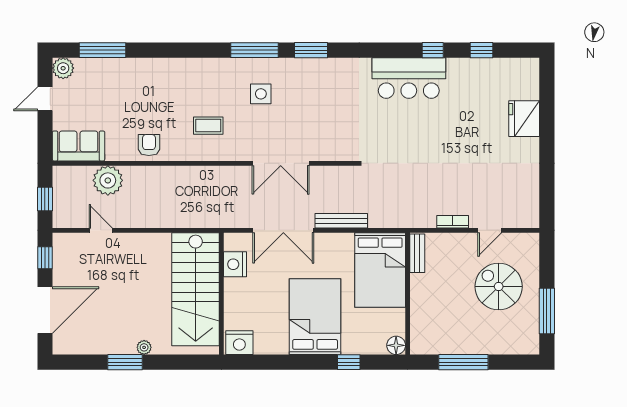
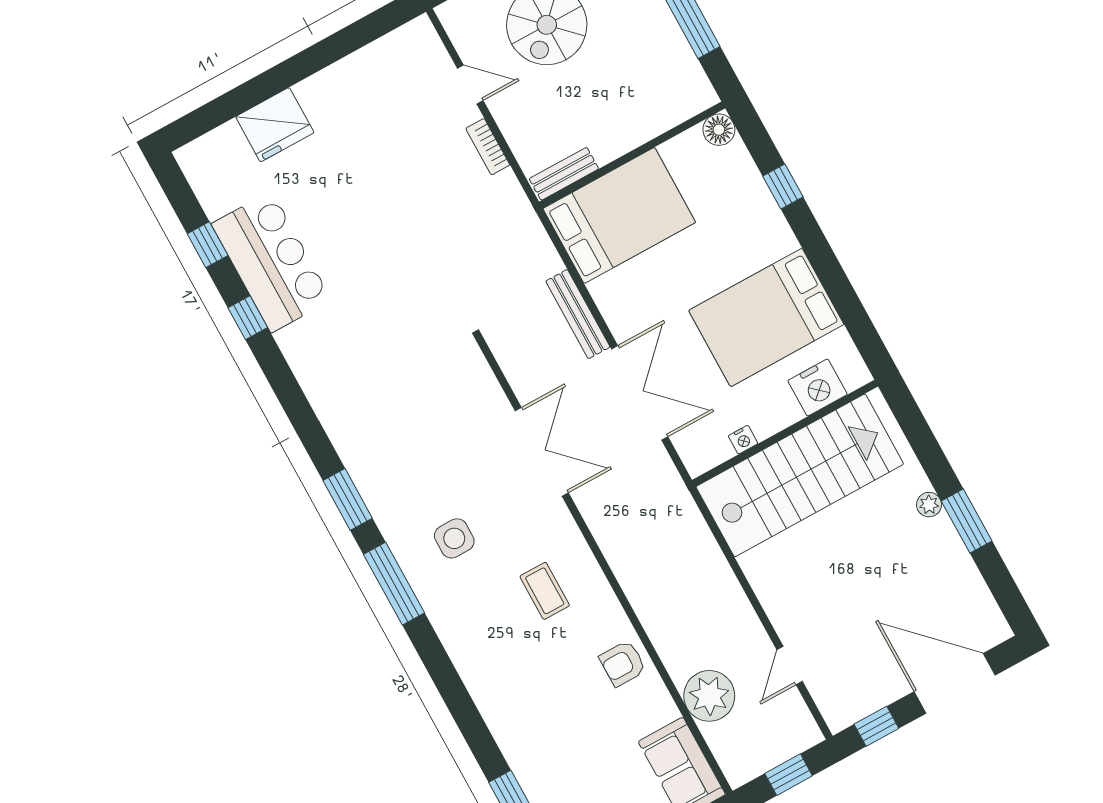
bar counter: (409, 78) -> (271, 262), moved
nightstand: (235, 264) -> (743, 440), width x0.53, depth x0.56
bed: (315, 317) -> (766, 317), moved
nightstand: (239, 343) -> (818, 387), moved, turned 90

